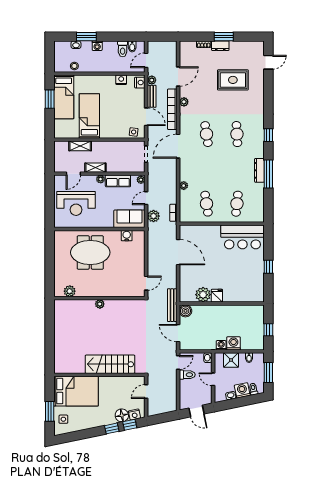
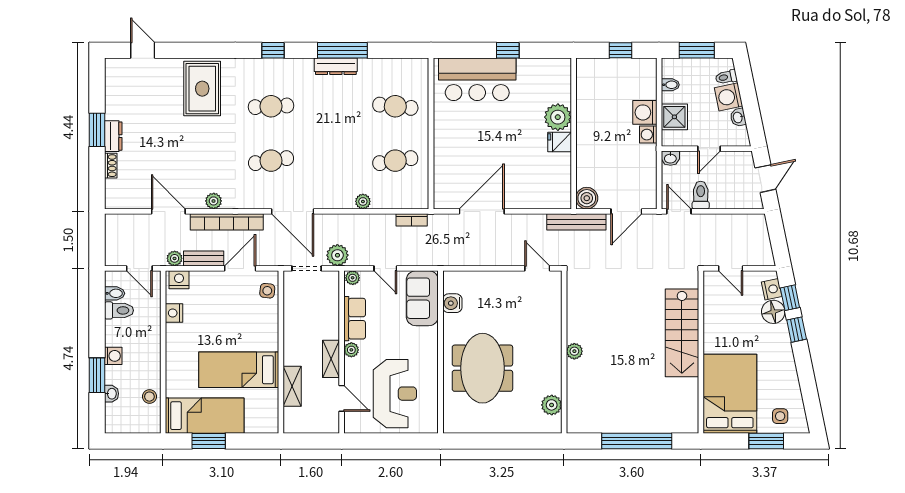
rug: (233, 80) -> (202, 89), moved
plant: (154, 216) -> (337, 255), moved
bar counter: (242, 237) -> (477, 79), moved, turned 90
plant: (203, 295) -> (558, 117), moved
window: (50, 339) -> (637, 441), added

